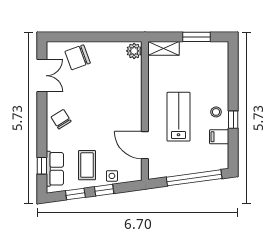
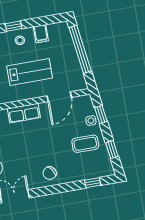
lab bench: (179, 117) -> (30, 72), turned 180
window: (233, 120) -> (13, 26), moved
row of seats: (55, 169) -> (24, 113), moved, turned 180
window: (104, 190) -> (101, 115), moved

